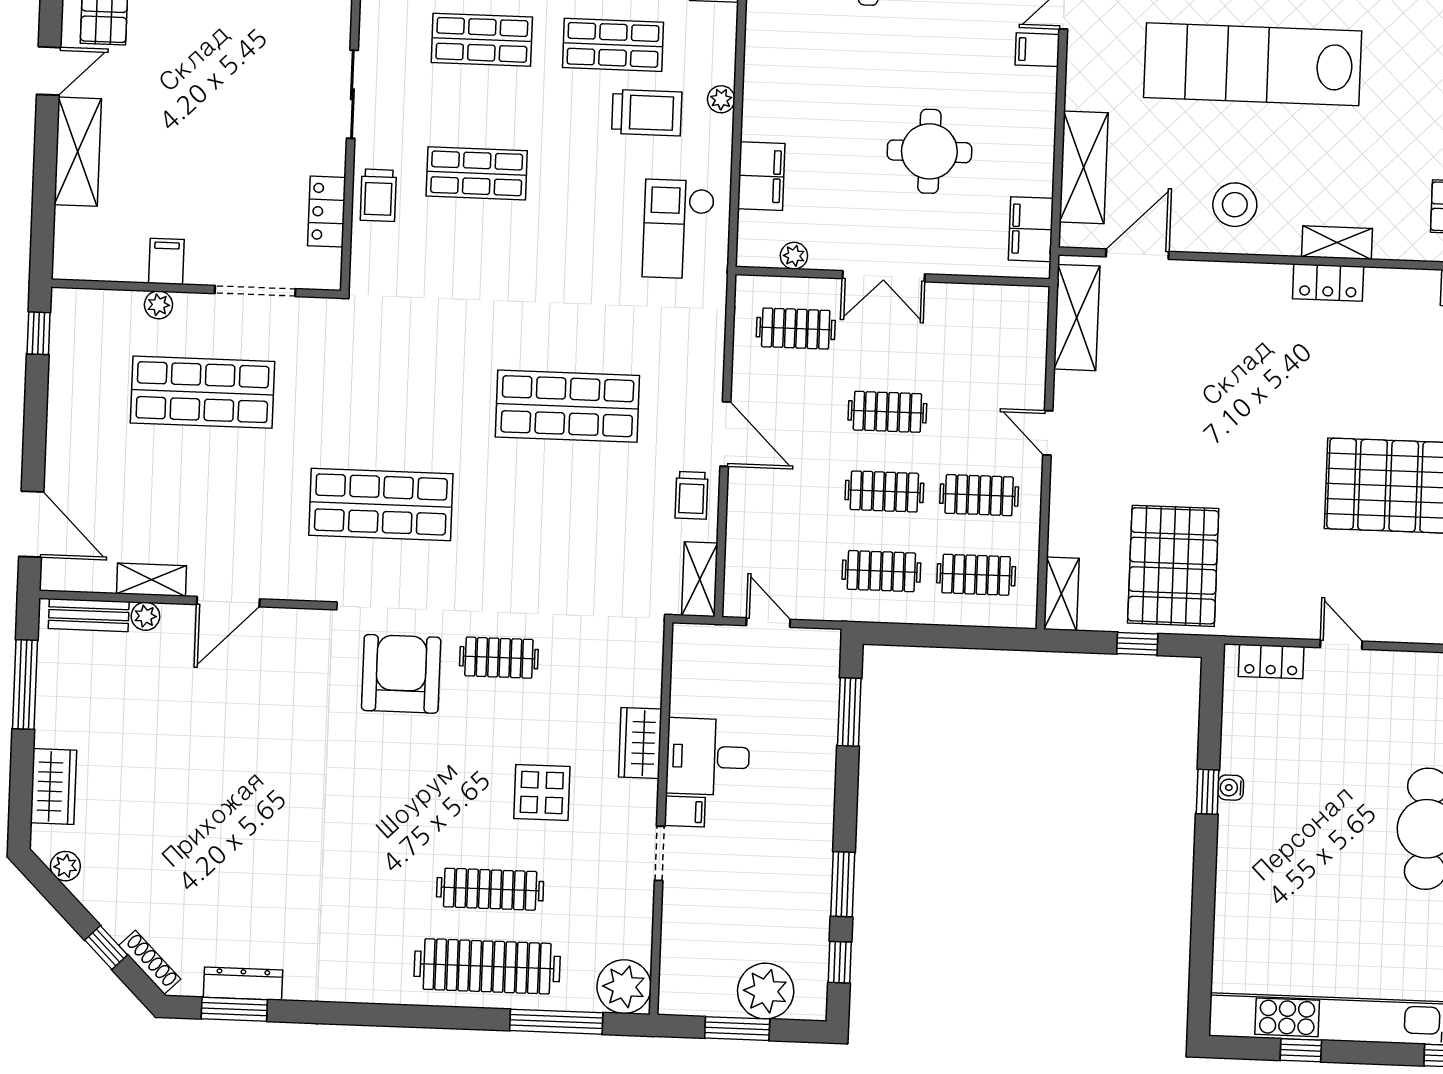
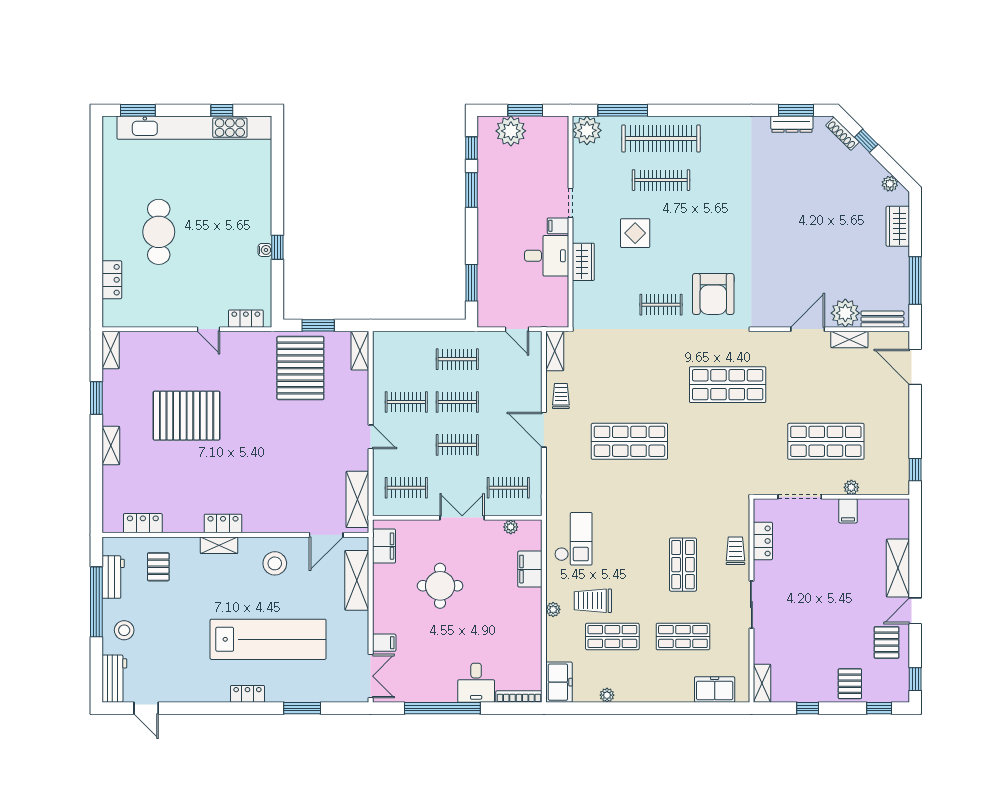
shop shelf: (477, 173) -> (683, 565), turned 90
clothes rail: (976, 575) -> (406, 488), moved
plant: (145, 616) -> (845, 313), width x1.88, depth x1.88
window: (1137, 644) -> (318, 325), width x1.50

